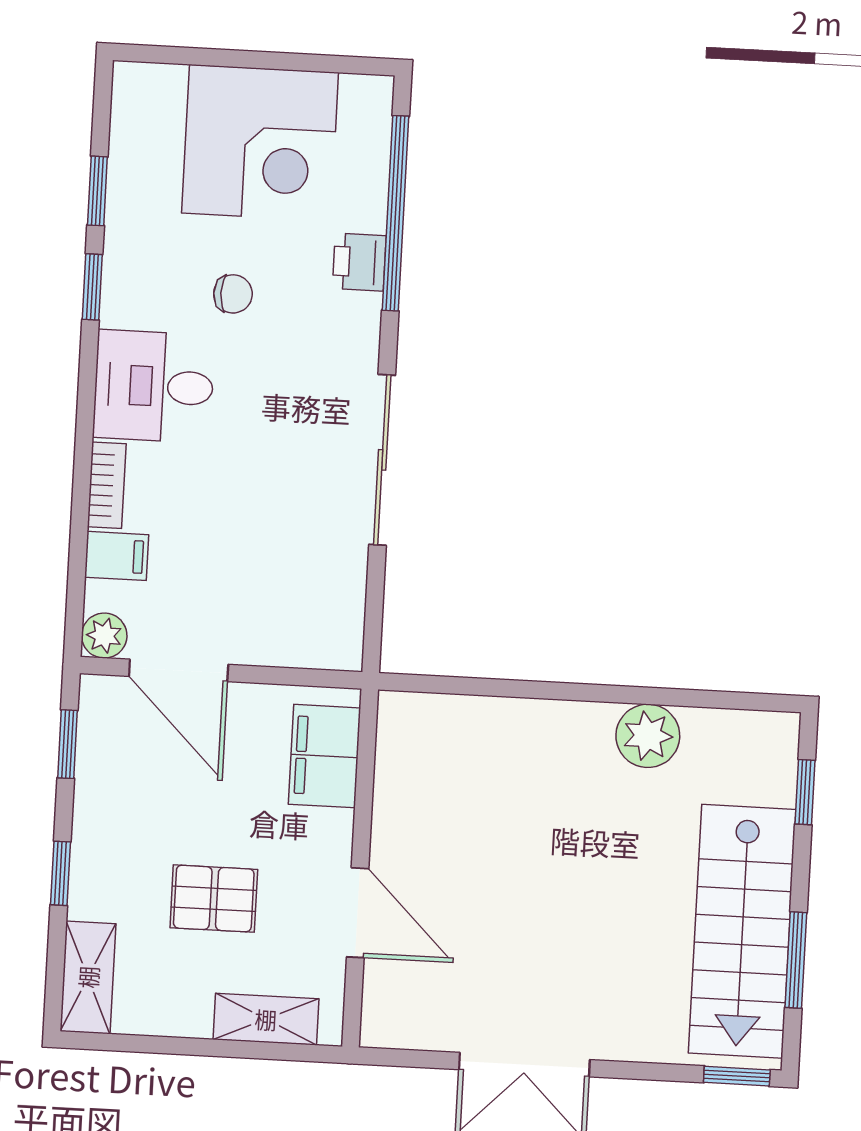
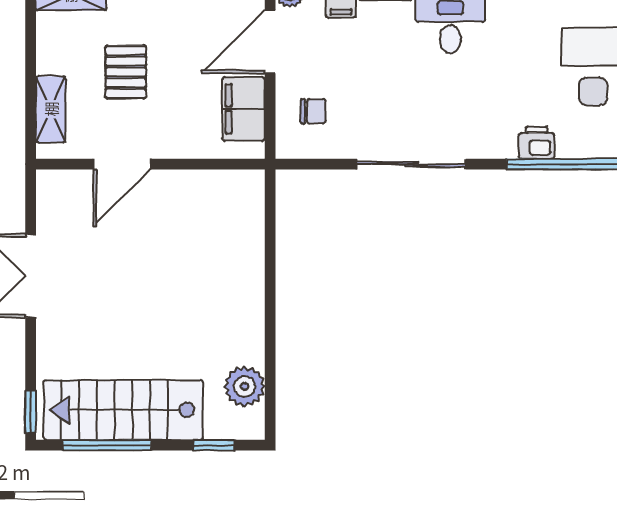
chair: (233, 294) -> (313, 111), moved, turned -90
plant: (648, 736) -> (245, 386), moved
filing cabinet: (324, 756) -> (243, 109), moved, turned -90
window: (796, 960) -> (107, 445), width x1.44

